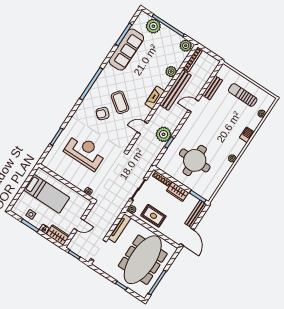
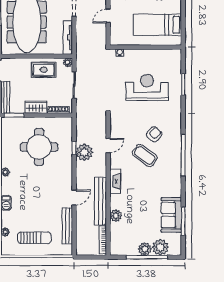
plant: (186, 46) -> (145, 249), moved
sofa: (126, 50) -> (171, 215), width x0.73
bench: (212, 88) -> (67, 226), width x1.36
reception desk: (85, 152) -> (147, 88), turned 180

